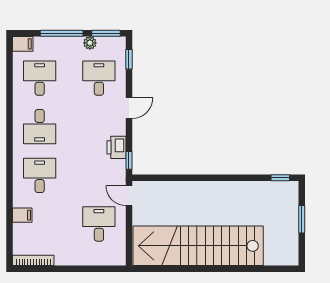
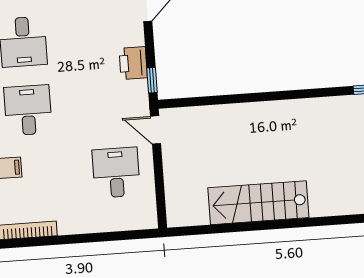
stairs: (198, 246) -> (258, 203), width x0.54, depth x0.66

